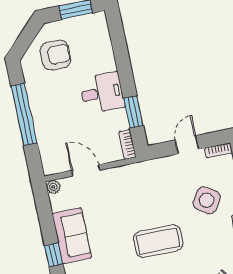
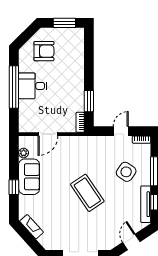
desk: (102, 93) -> (33, 86), moved, turned 180
door: (86, 170) -> (48, 134), swing flipped
plant: (53, 187) -> (24, 153), moved
coffee table: (158, 241) -> (87, 193), turned 56

